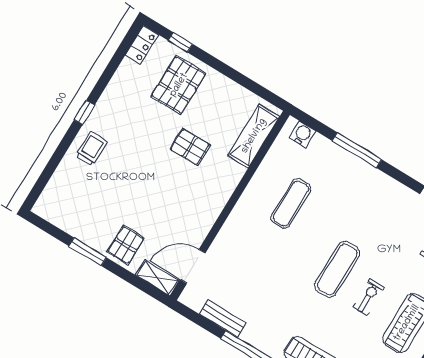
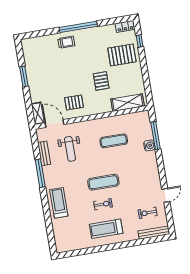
window: (84, 113) -> (78, 27), width x3.17
water cooler: (302, 134) -> (149, 145), moved
window: (357, 150) -> (156, 136), moved
pallet: (126, 245) -> (74, 102), moved
weight bench: (248, 276) -> (70, 149), added

